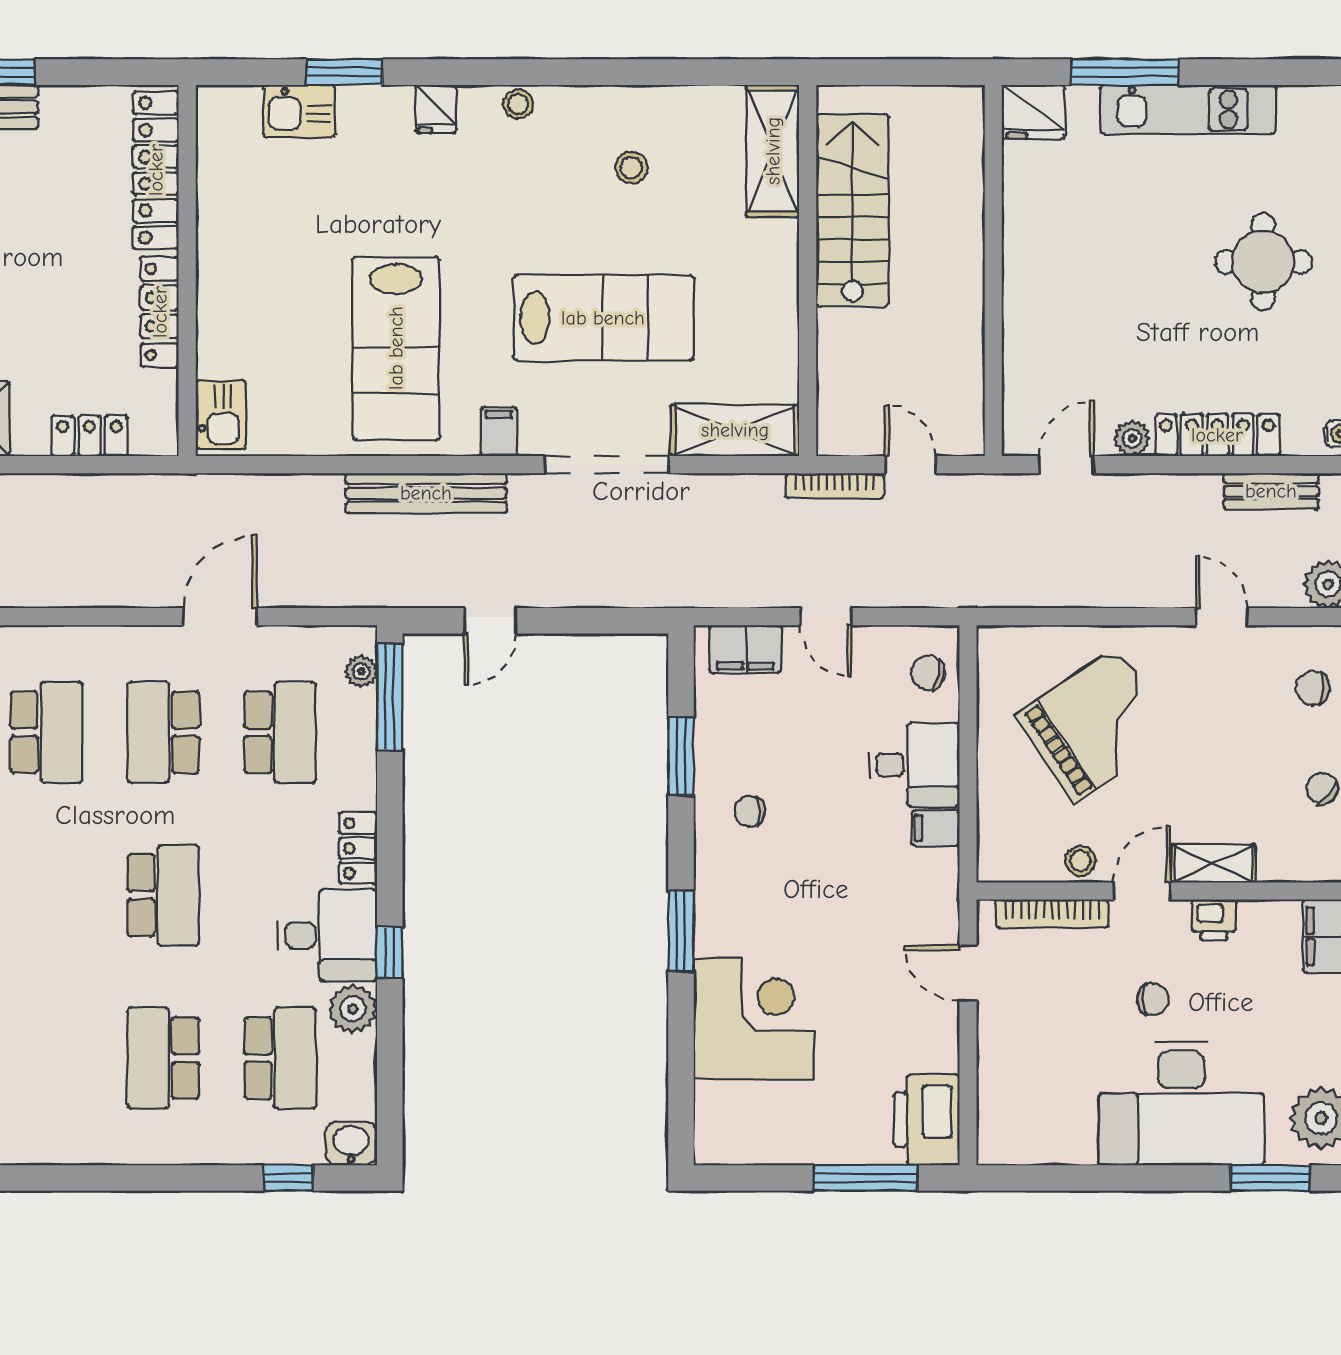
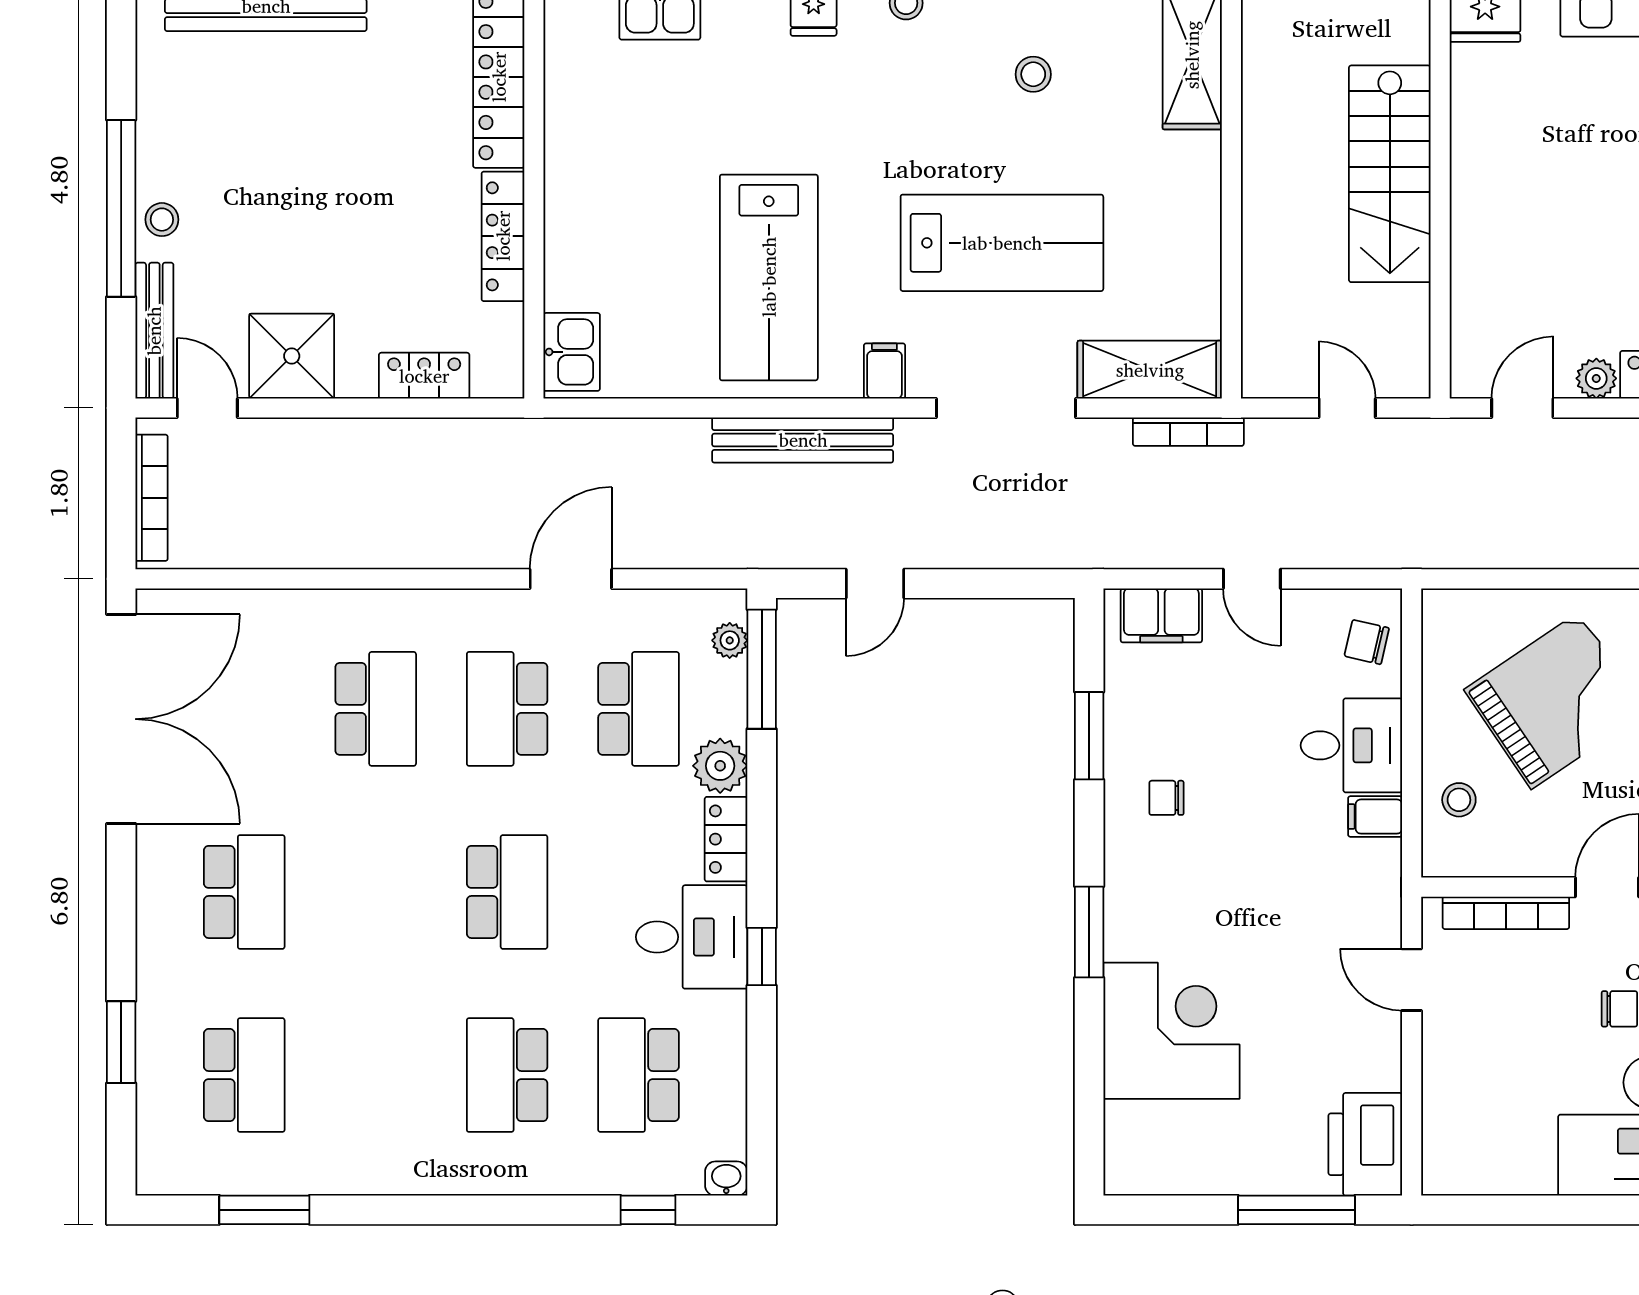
stairs: (852, 211) -> (1390, 174), moved, turned 180
bookcase: (835, 486) -> (1188, 432), moved
stool: (1080, 861) -> (1459, 800), moved
plant: (353, 1009) -> (720, 766), moved
school desk: (280, 1058) -> (639, 1075), turned 180
washbasin: (351, 1143) -> (726, 1179), width x0.72, depth x0.69

